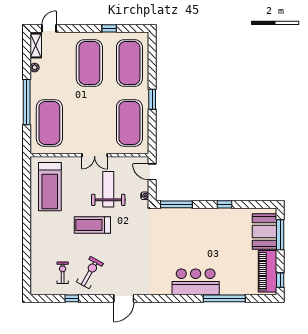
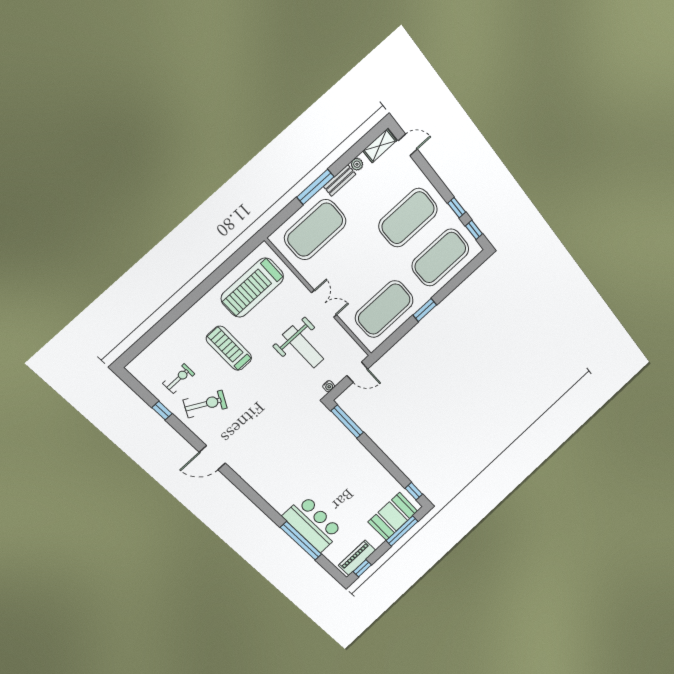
window: (131, 28) -> (474, 230), added
bench: (35, 85) -> (340, 180), added
window: (27, 102) -> (315, 187), width x0.68
double door: (95, 155) -> (324, 304), swing flipped
door: (152, 172) -> (357, 372), swing flipped
weight bench: (108, 189) -> (303, 347), turned 90
window: (225, 204) -> (414, 491), moved
treadmill: (92, 225) -> (229, 348), moved
piano: (267, 271) -> (357, 558), width x0.73, depth x0.75
bar counter: (196, 282) -> (313, 524), moved

